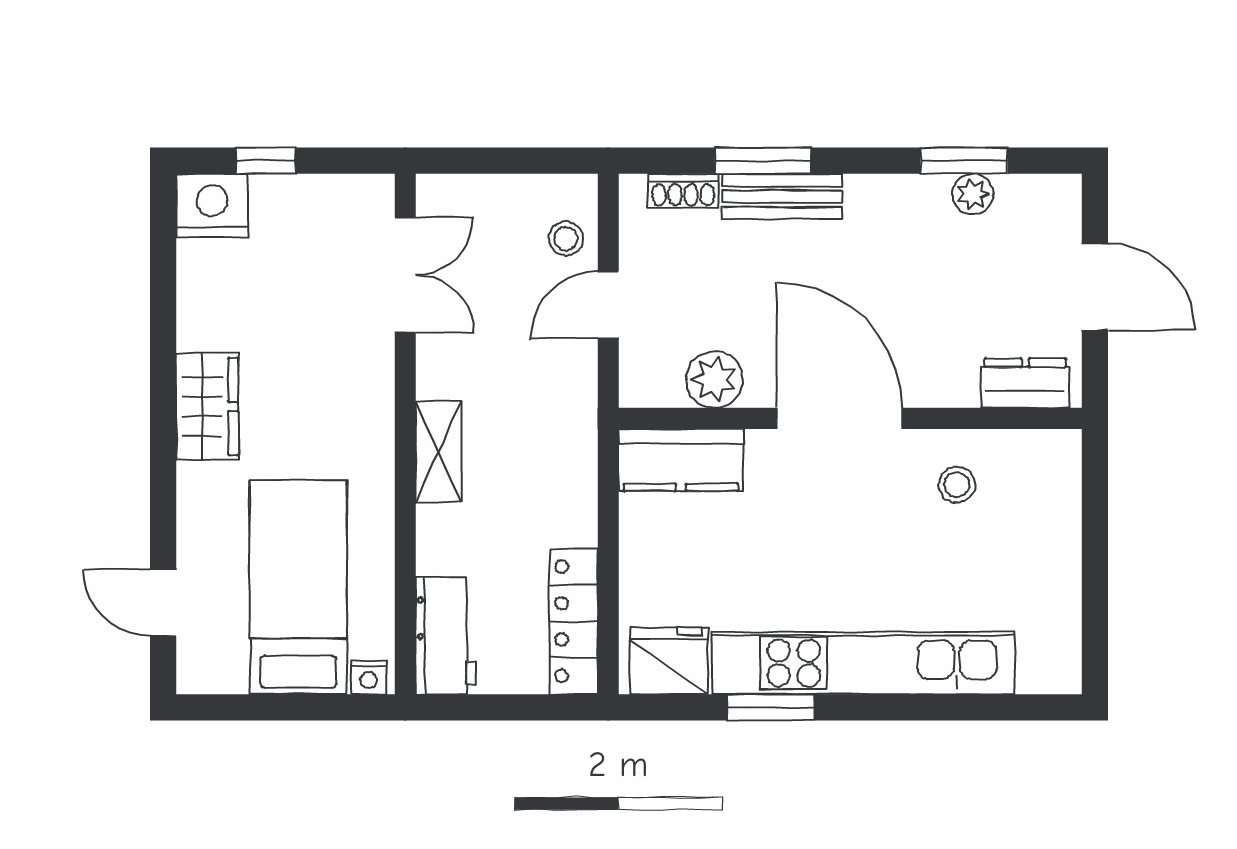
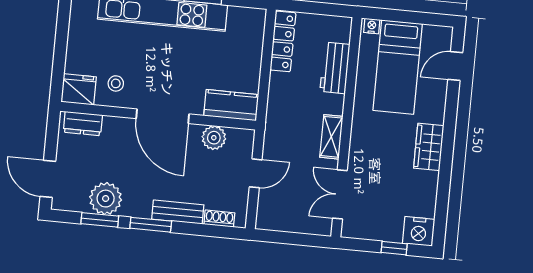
window: (763, 161) -> (151, 225), moved
plant: (973, 194) -> (106, 199), width x1.87, depth x1.87
stool: (566, 239) -> (271, 203), removed
door: (1095, 287) -> (48, 179), moved
shelving: (438, 452) -> (331, 137), moved
door: (163, 603) -> (455, 66), swing flipped
workbench: (446, 636) -> (335, 68), moved
fridge: (669, 661) -> (79, 89), moved, turned 180

